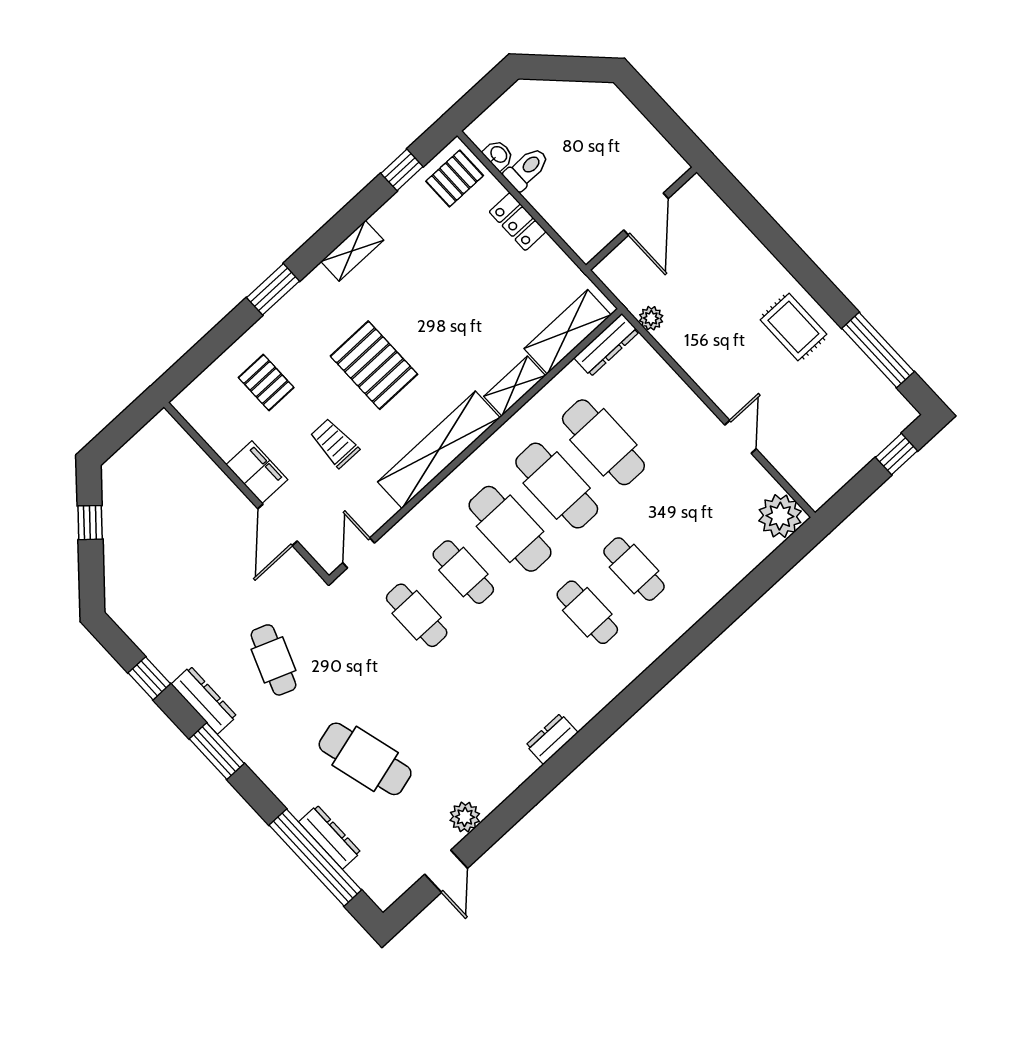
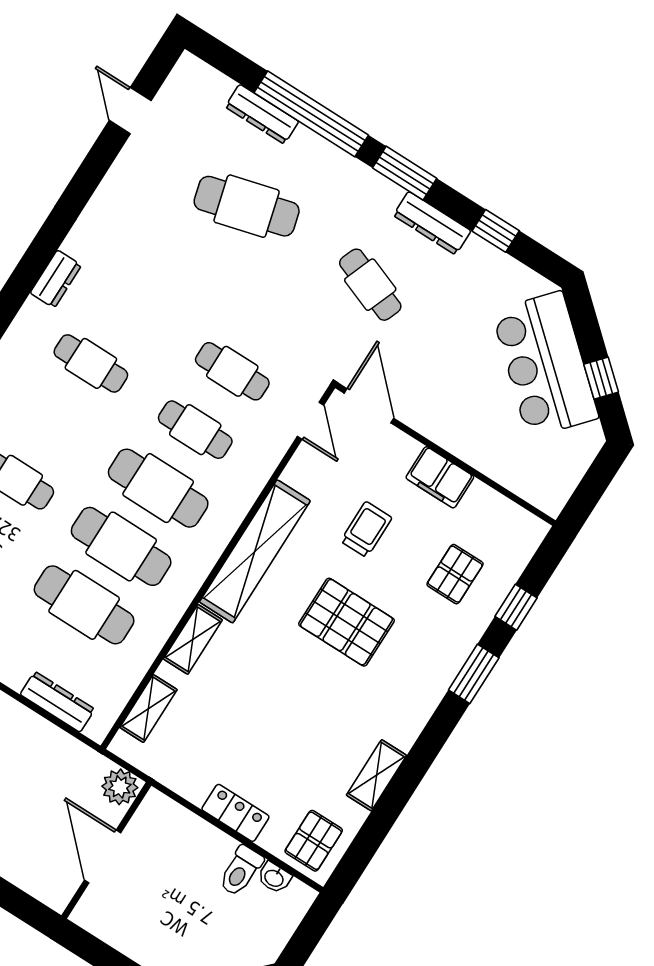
window: (402, 170) -> (516, 607), moved
shelving: (352, 251) -> (376, 775), moved
plant: (651, 318) -> (120, 787), moved, width x1.38, depth x1.38
shelving: (568, 332) -> (148, 709), width x0.67, depth x0.75
dresser: (607, 345) -> (57, 702), moved, turned 90
pallet: (266, 383) -> (455, 574), turned 90
trolley: (335, 443) -> (366, 529), turned -90
door: (278, 525) -> (369, 406), moved
bar counter: (137, 548) -> (545, 364), added
cafe table: (587, 612) -> (91, 363), moved
plant: (465, 817) -> (126, 173), removed
window: (315, 858) -> (311, 114), moved

